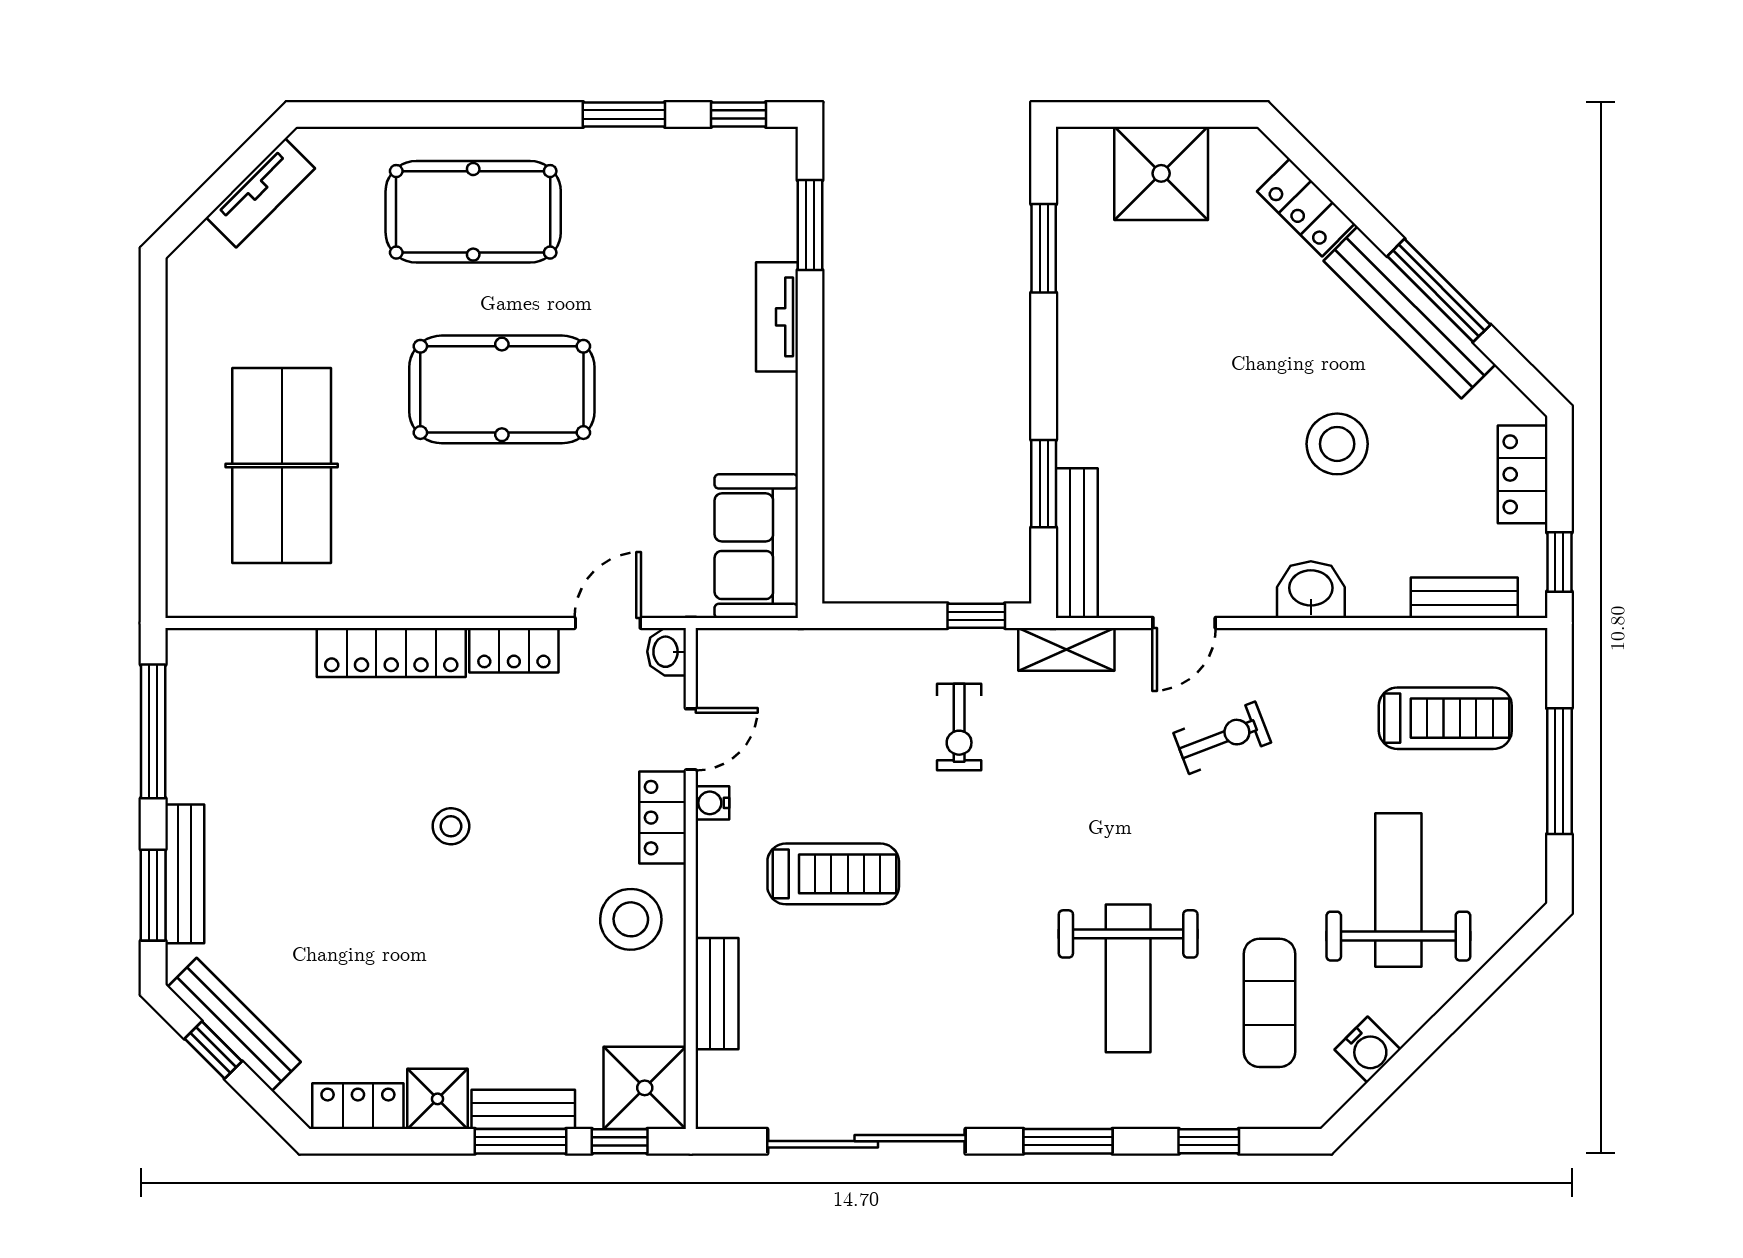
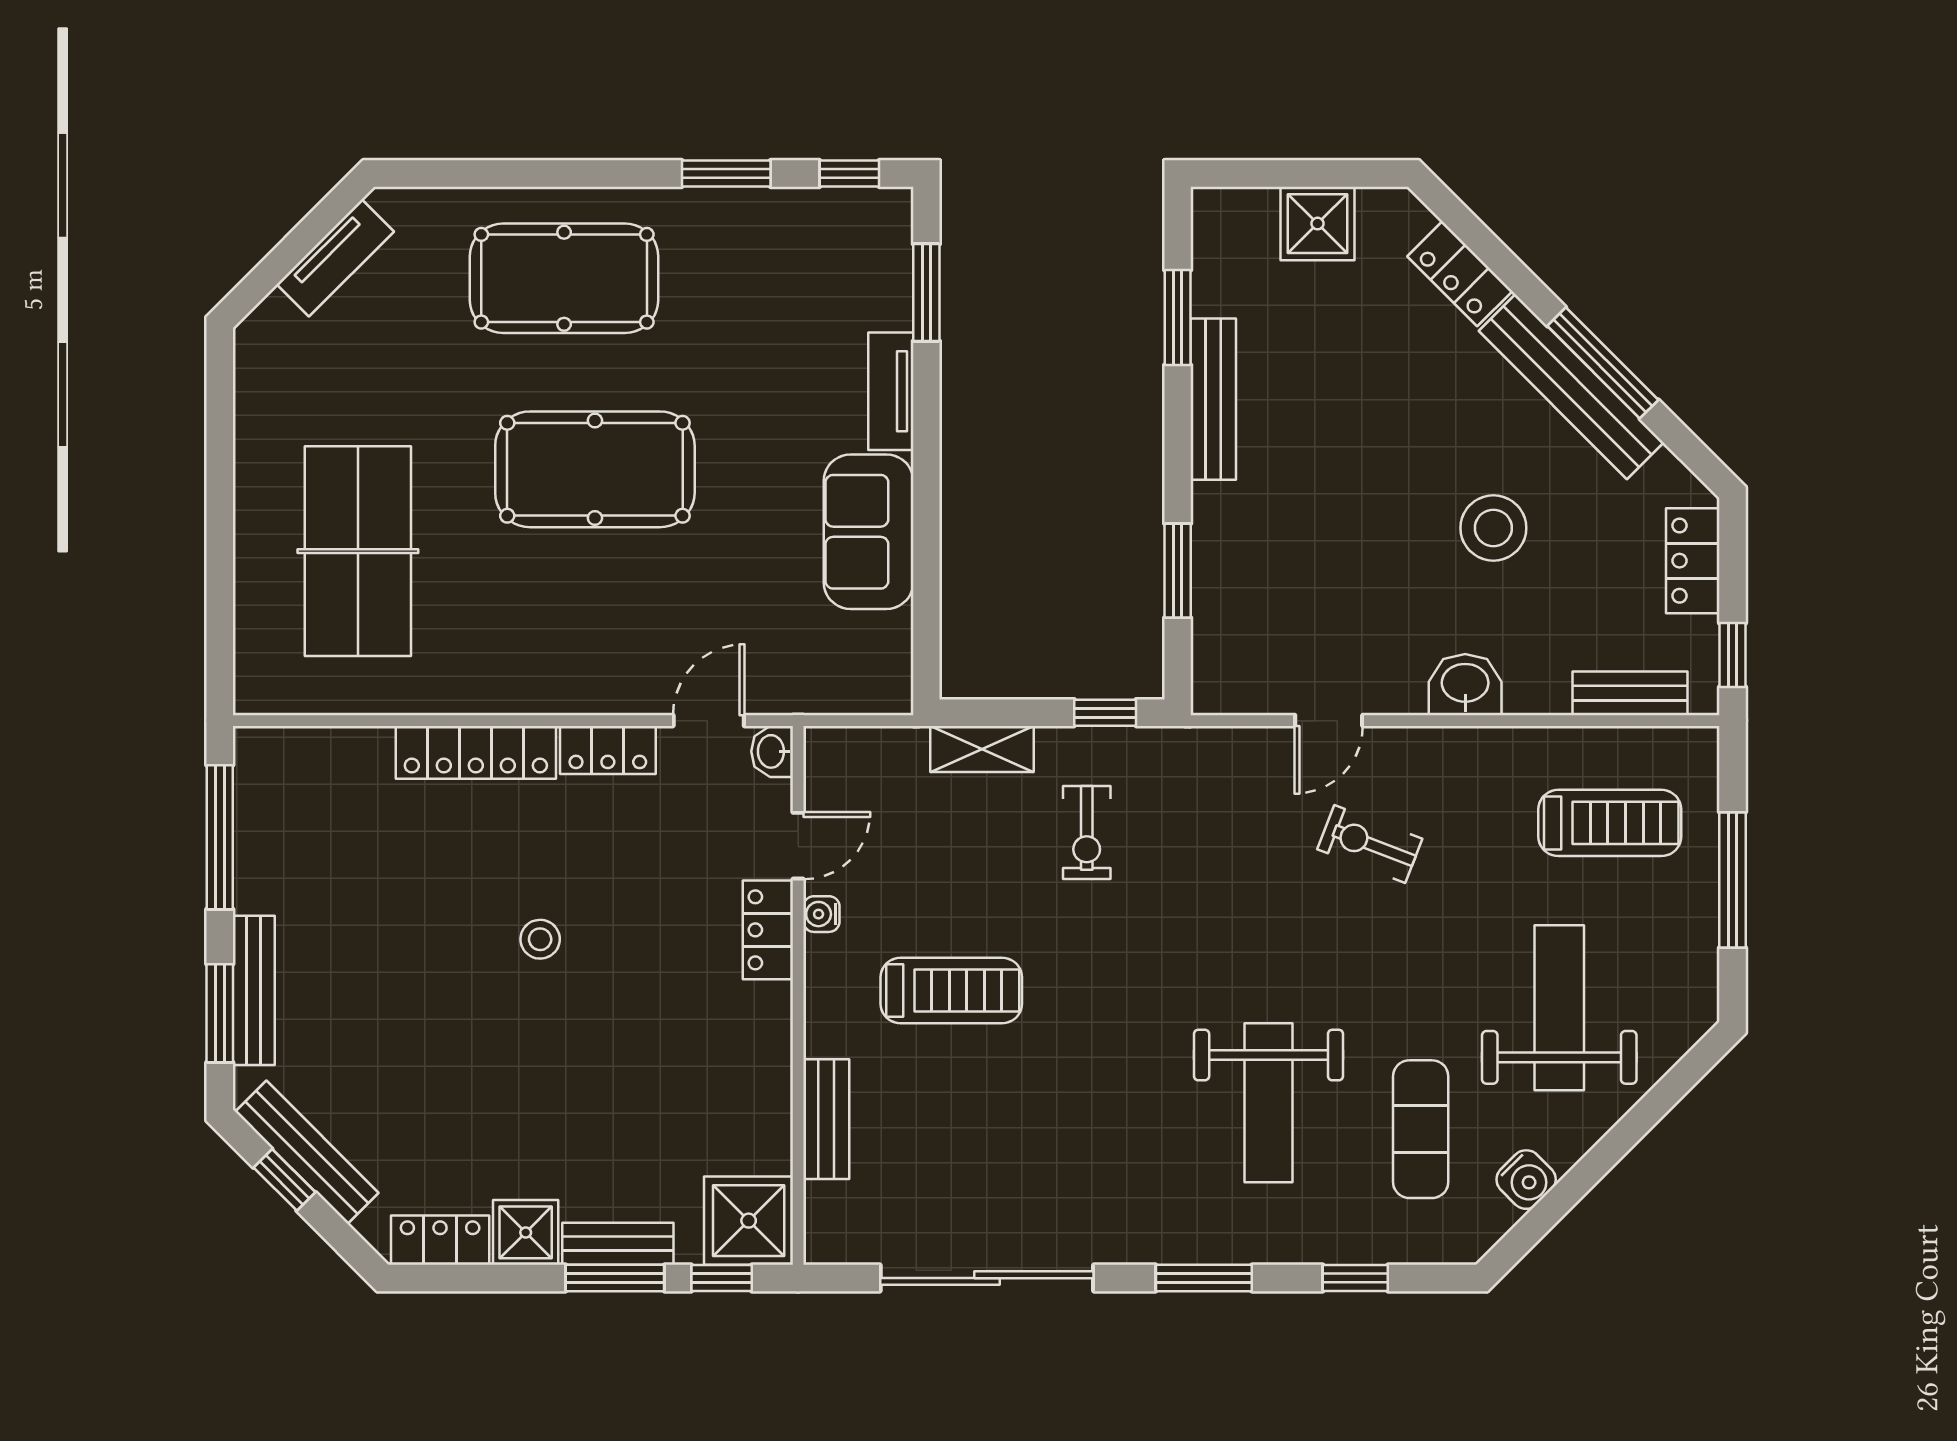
shower: (1161, 173) -> (1318, 224), width x0.73, depth x0.73
bench: (1077, 543) -> (1213, 399), moved
sofa: (756, 546) -> (869, 532), moved
shelving: (1066, 649) -> (982, 749), moved
exercise bike: (1222, 738) -> (1370, 844), turned -138
stool: (631, 919) -> (734, 1039), removed

